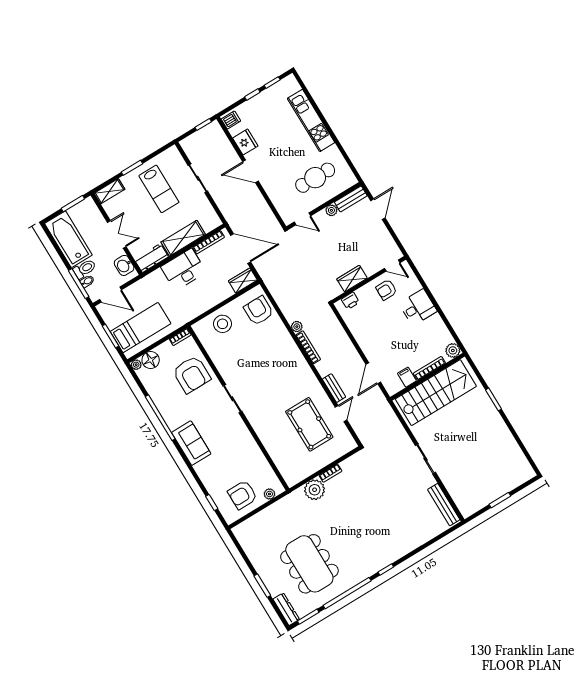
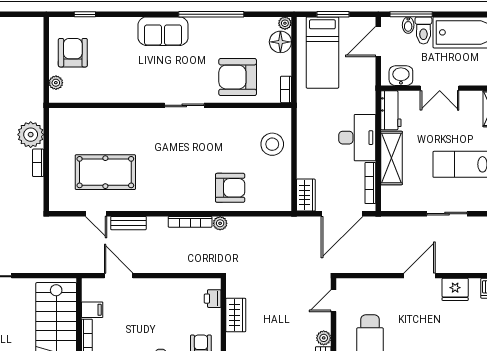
armchair: (259, 311) -> (230, 188), moved

